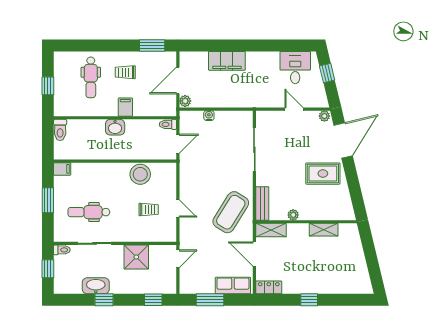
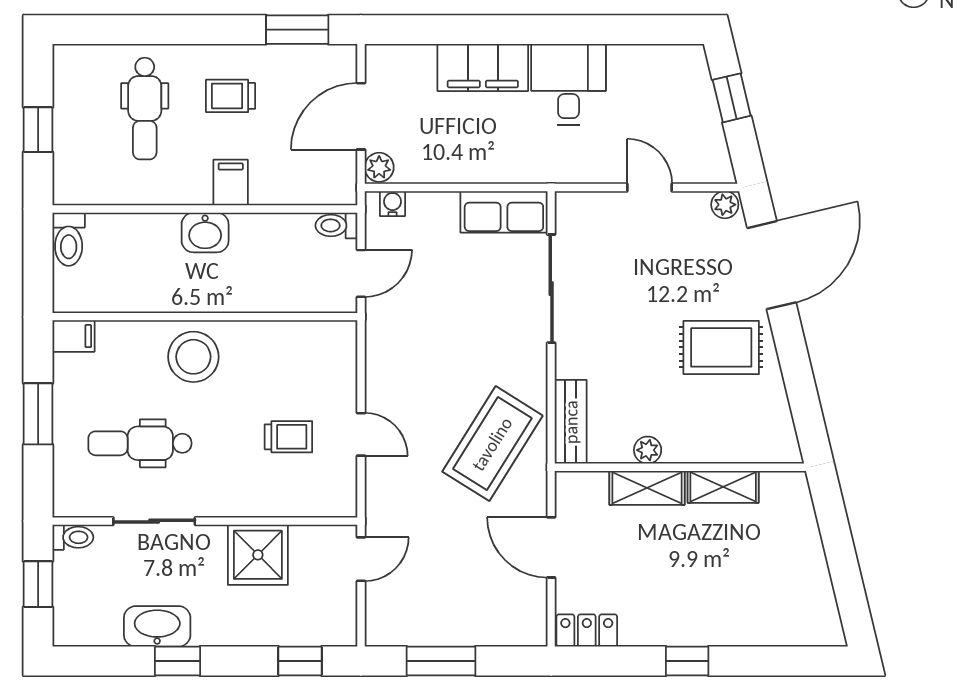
desk: (295, 68) -> (569, 84), moved
water cooler: (209, 116) -> (392, 204), moved
stool: (140, 174) -> (193, 357), moved
shelving: (271, 230) -> (647, 488), moved
row of seats: (233, 286) -> (504, 212), moved, turned 180

